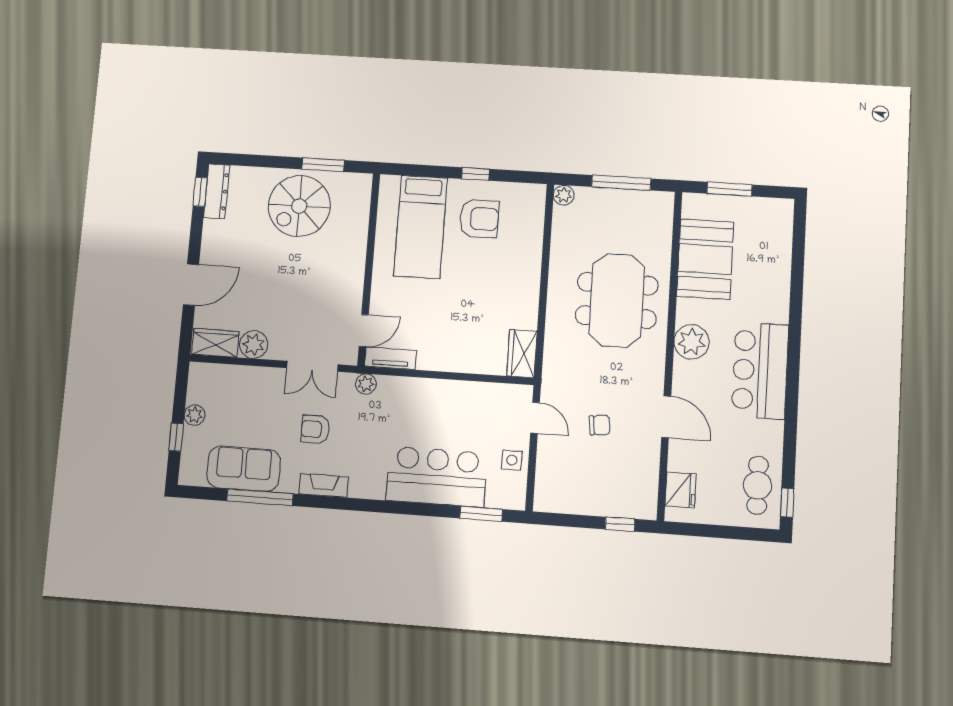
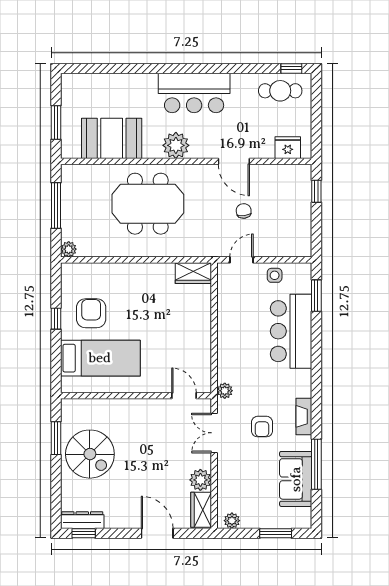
tv unit: (390, 358) -> (204, 373), removed
double door: (312, 366) -> (214, 433), swing flipped
plant: (195, 415) -> (232, 521), moved
door: (666, 417) -> (234, 161), swing flipped
window: (176, 437) -> (276, 533), width x1.50

